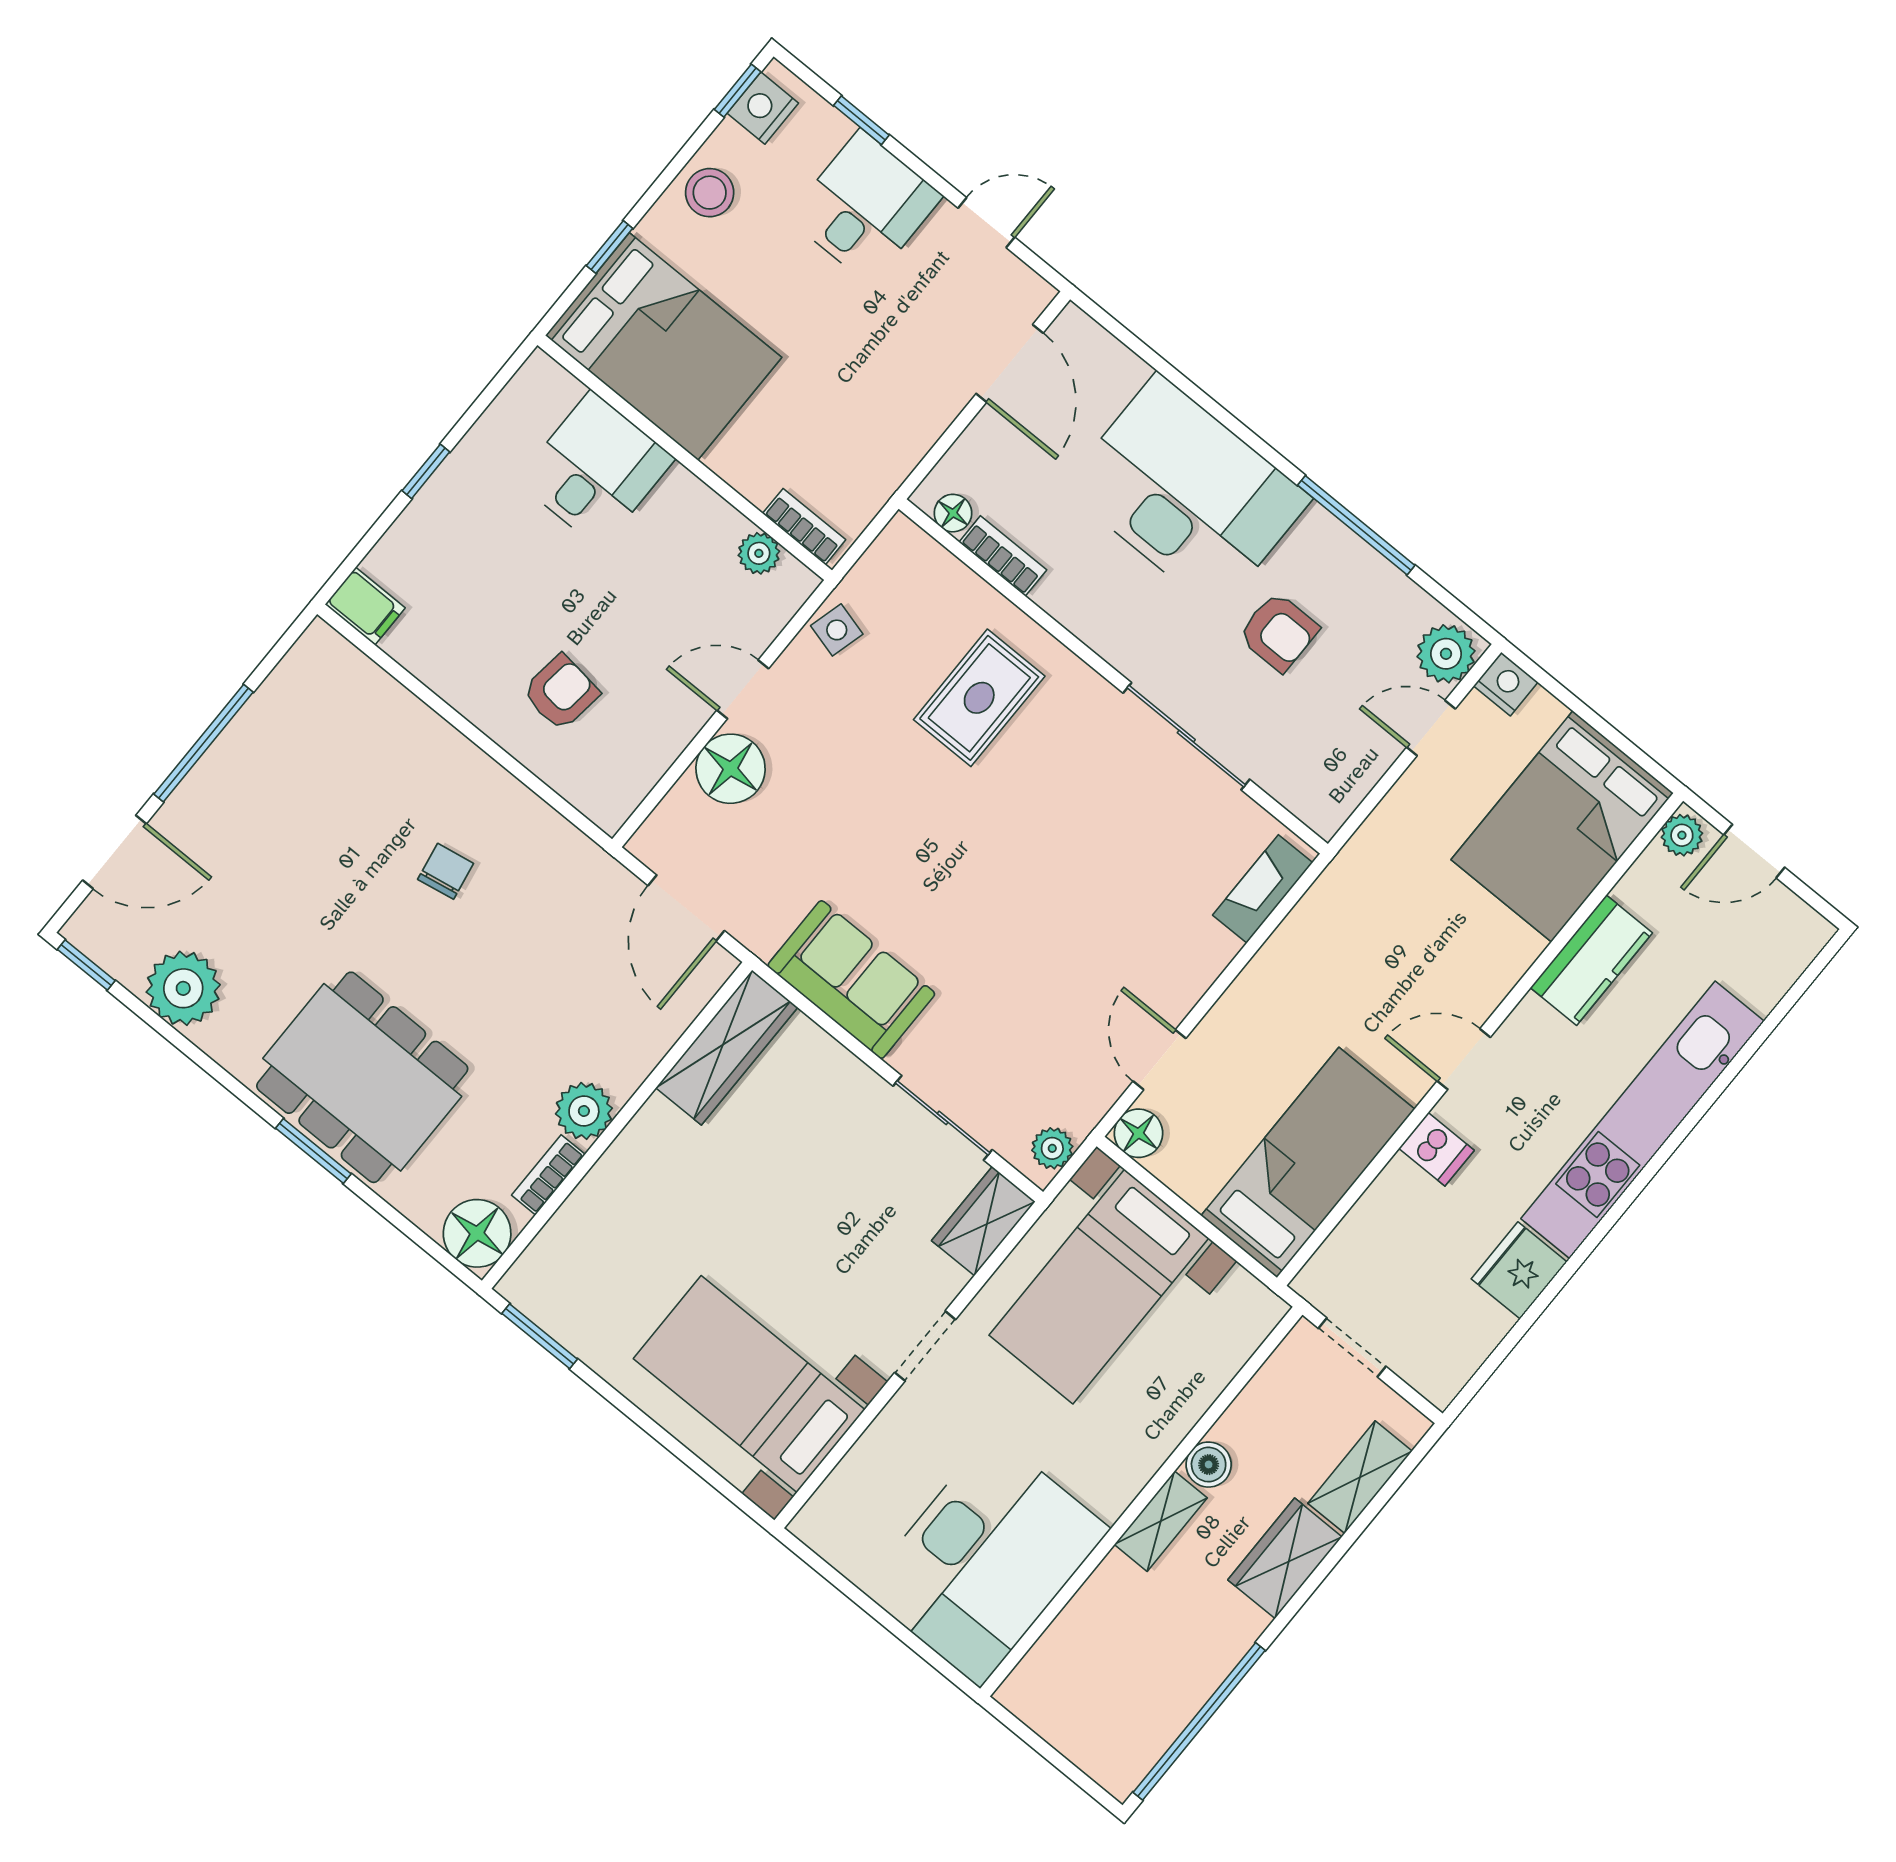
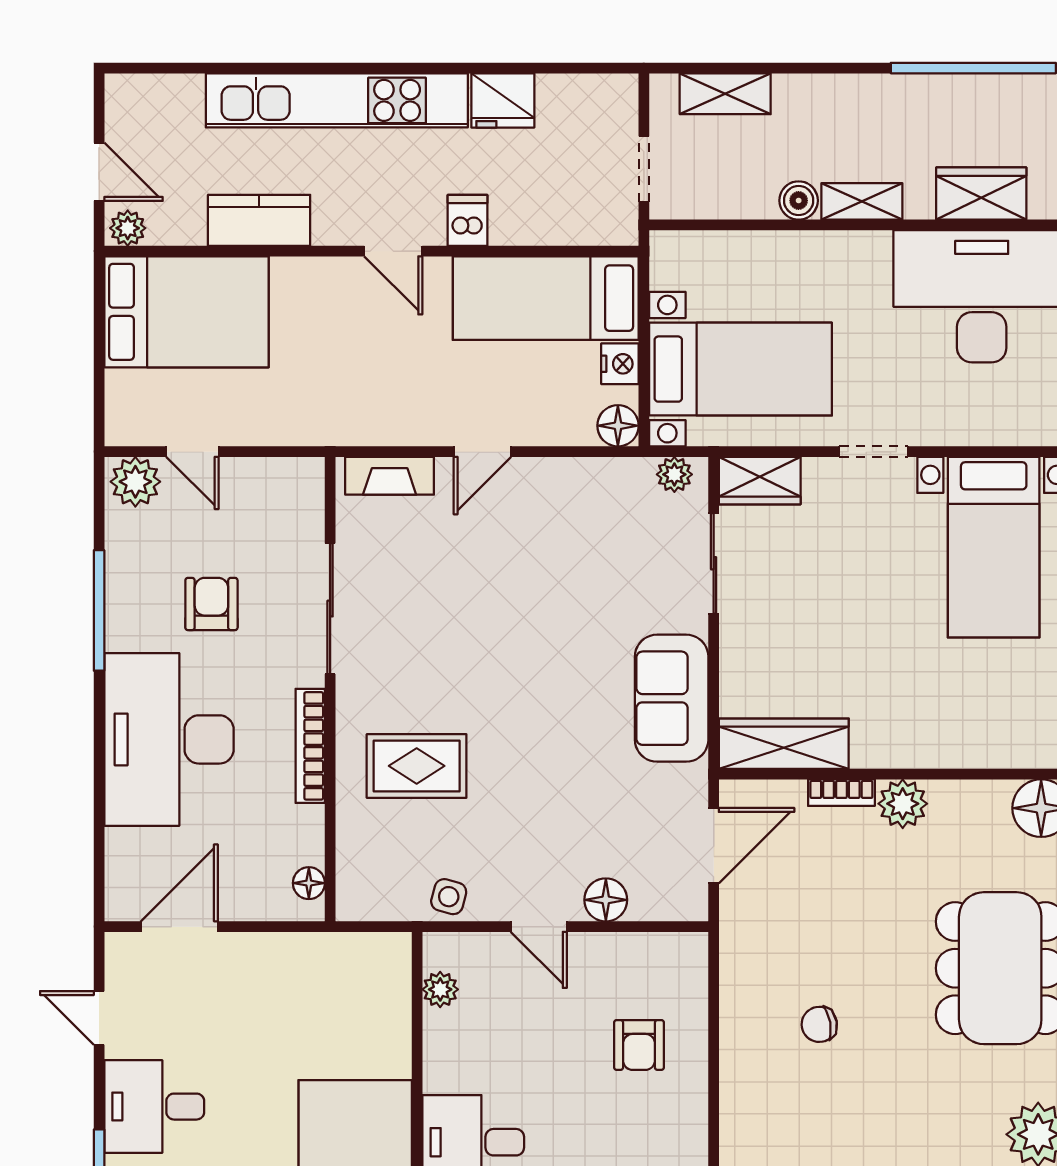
bookcase: (804, 527) -> (398, 974), removed
bookcase: (1003, 556) -> (310, 746), moved, width x1.56
nightstand: (1506, 684) -> (620, 364), moved, turned 180
armchair: (561, 692) -> (639, 1045), turned -97
floor lamp: (731, 769) -> (606, 900), width x0.73, depth x0.73
door: (1159, 1060) -> (482, 452), moved
bookcase: (548, 1175) -> (841, 793), moved
wardrobe: (1285, 1558) -> (981, 194), moved, turned 180

